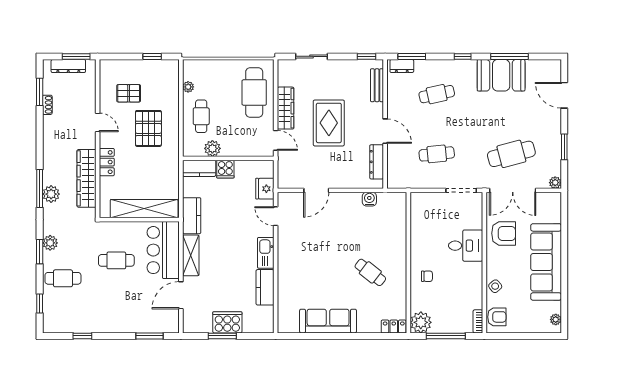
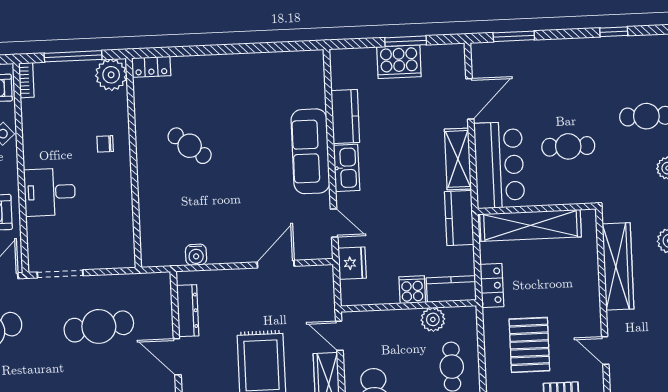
cafe table: (437, 154) -> (99, 326), width x1.37, depth x1.35
locker: (107, 162) -> (492, 285), moved, turned 180
sofa: (328, 321) -> (310, 151), moved, turned 90

